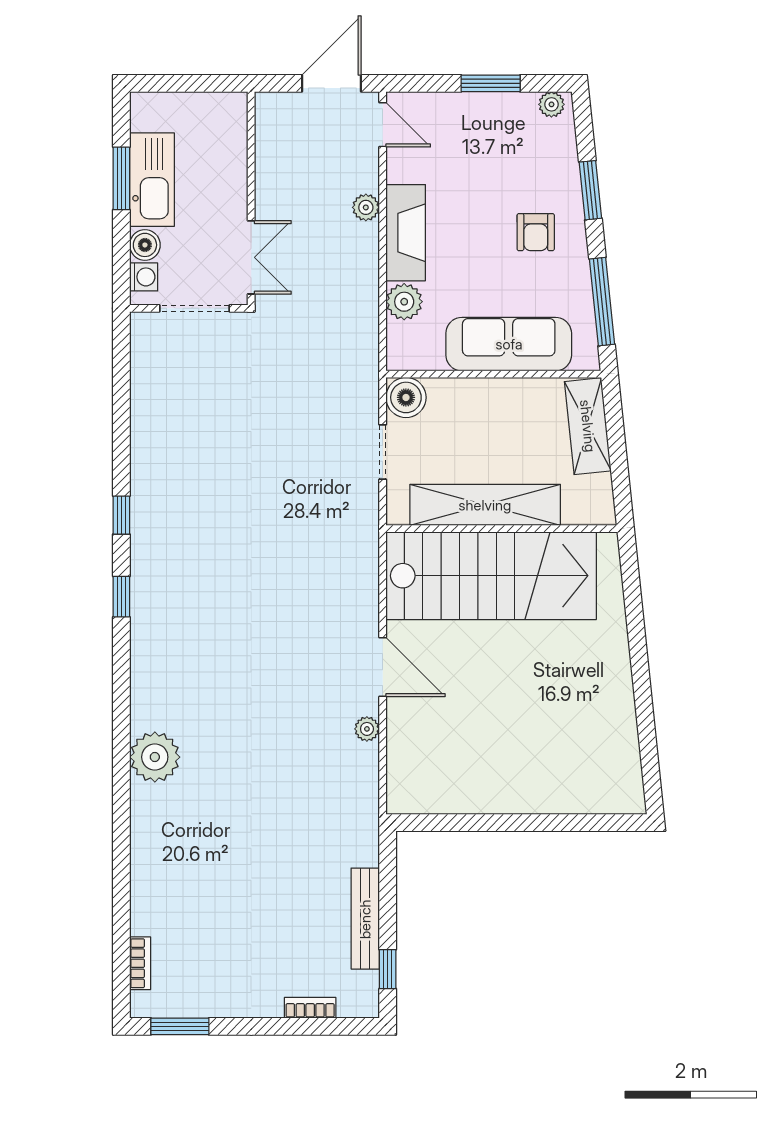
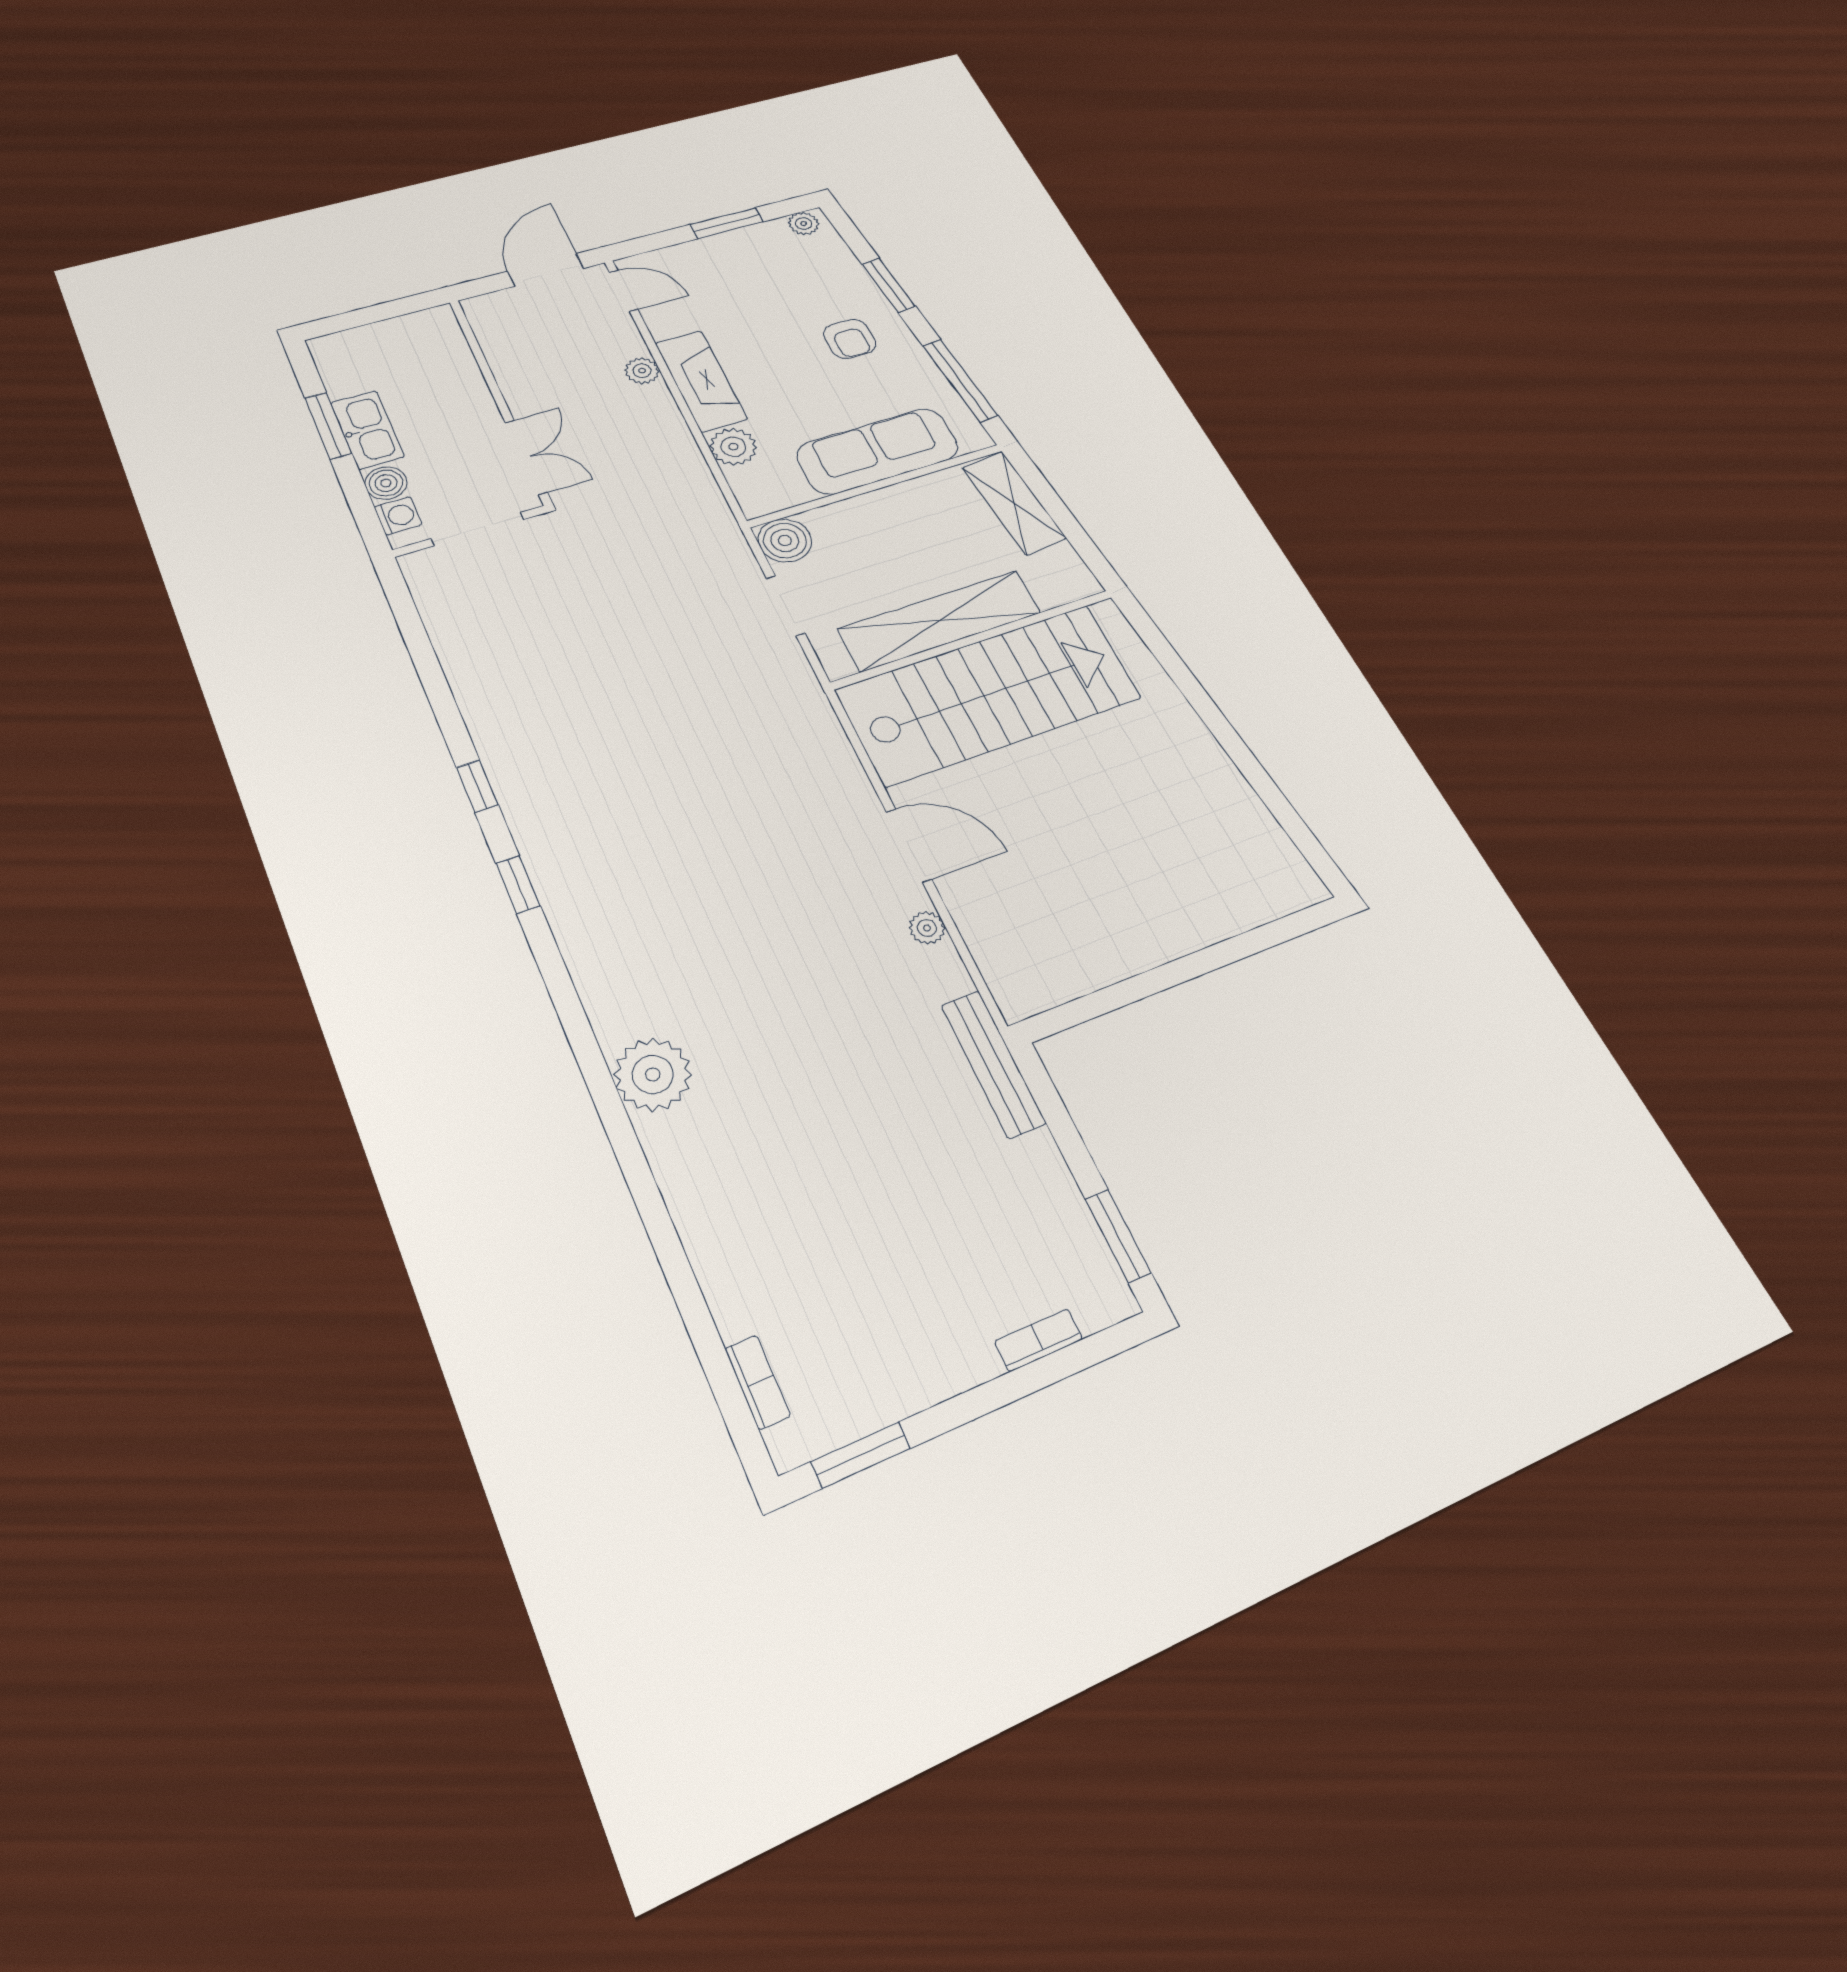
kitchen sink: (152, 180) -> (367, 430), width x0.73, depth x0.81
bench: (365, 919) -> (993, 1064), moved
window: (388, 969) -> (1118, 1236), width x1.50

